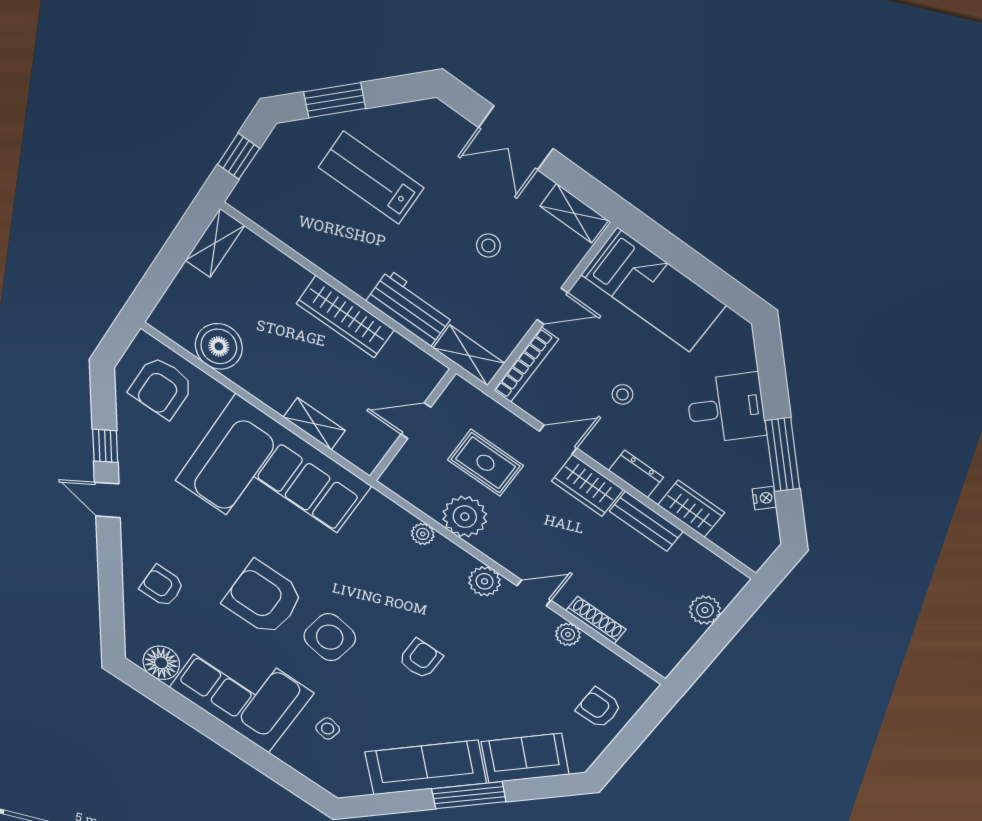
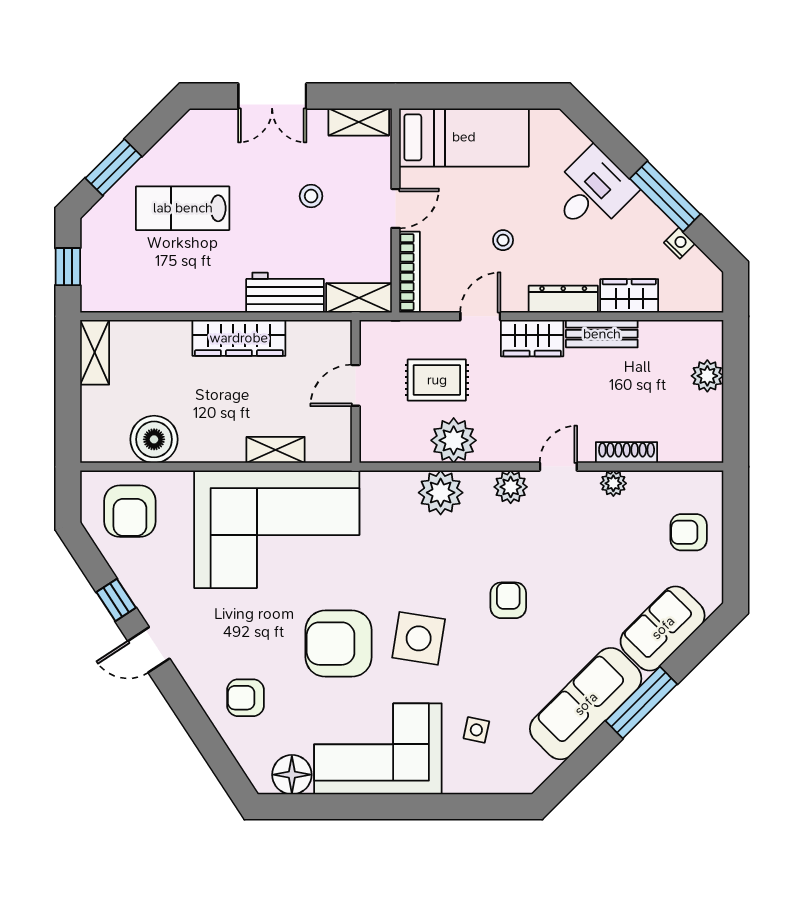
dresser: (636, 474) -> (563, 299), width x1.44
plant: (423, 534) -> (441, 493), width x1.87, depth x1.87

